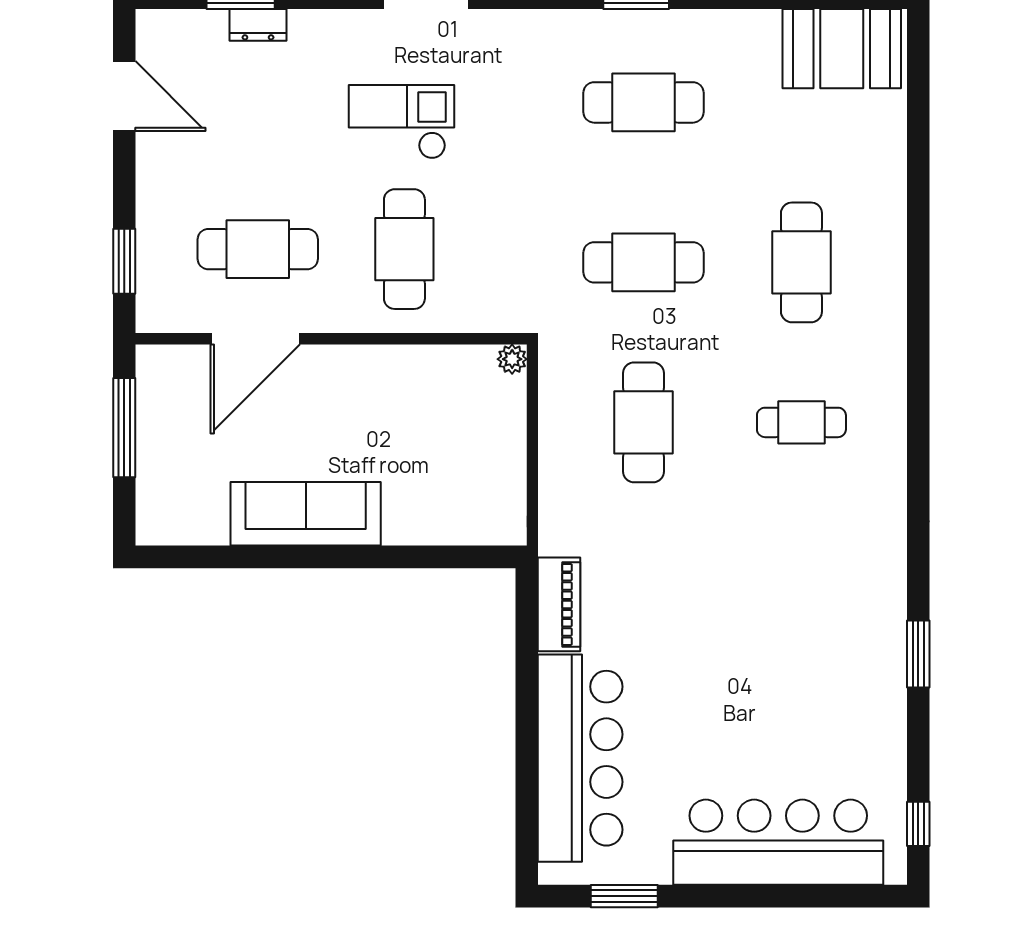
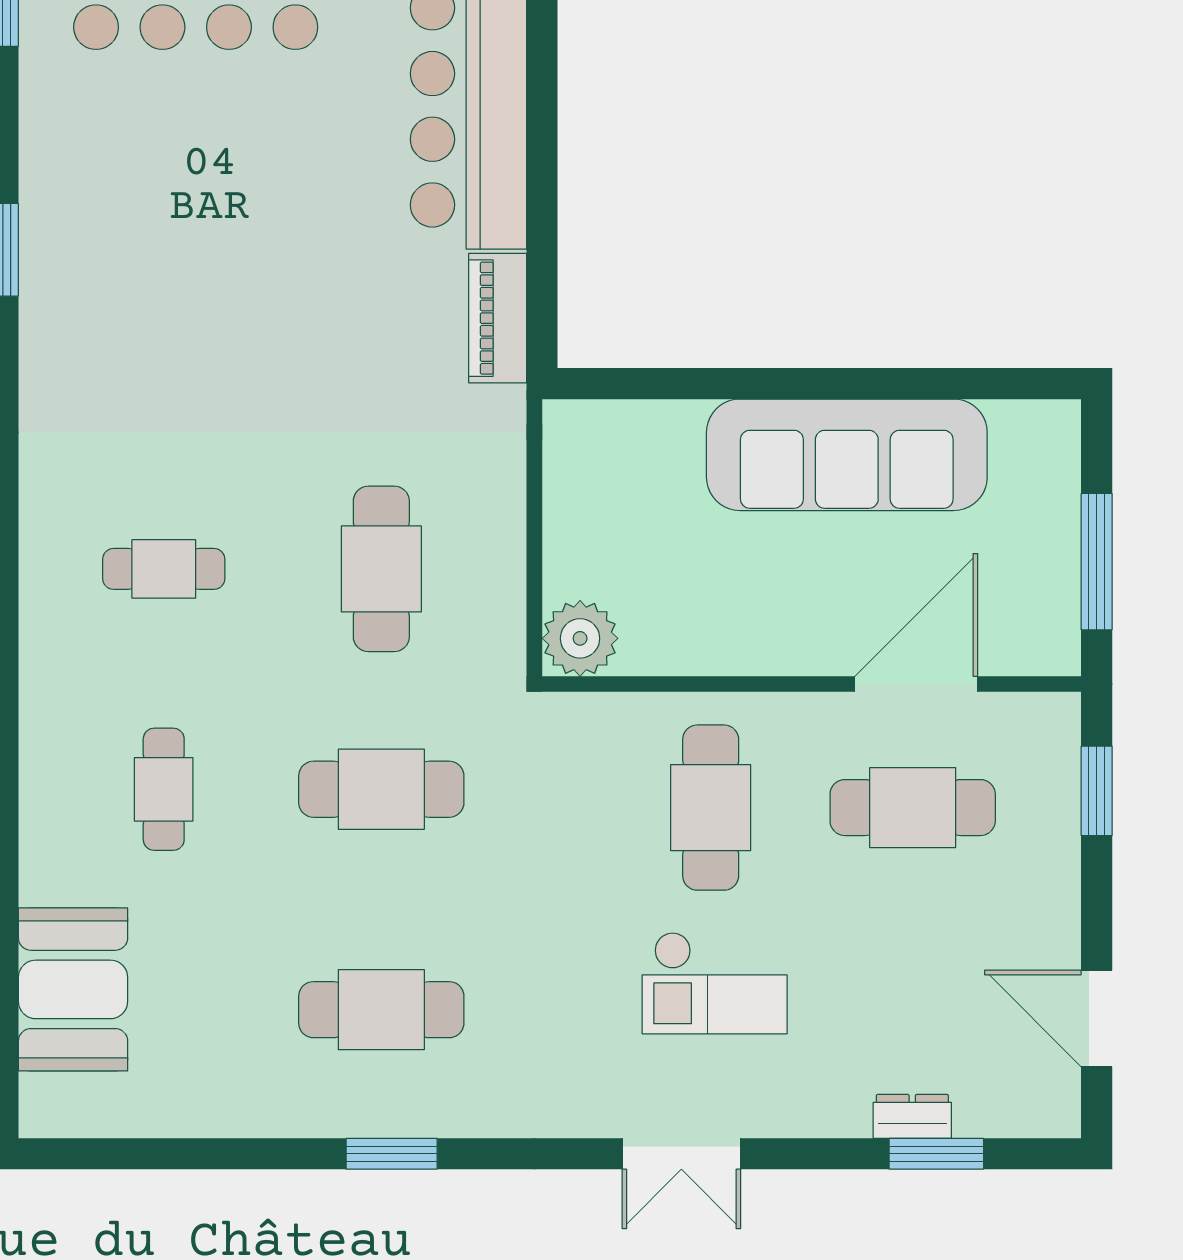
booth: (842, 49) -> (73, 989), moved, turned 90
cafe table: (801, 262) -> (164, 789), width x0.73, depth x0.74
plant: (512, 359) -> (580, 638), width x1.87, depth x1.87
sofa: (306, 514) -> (847, 455), width x1.36, depth x1.27

